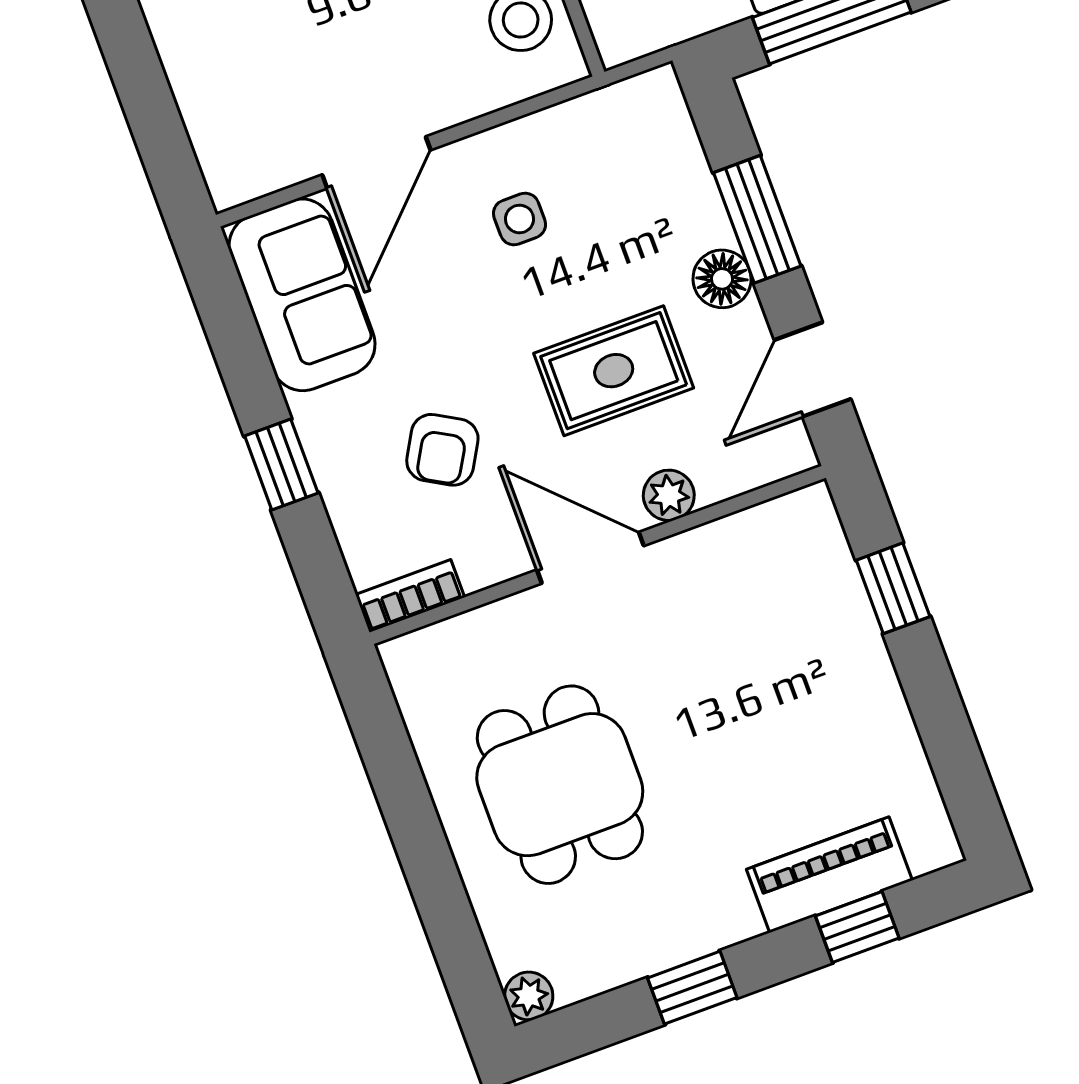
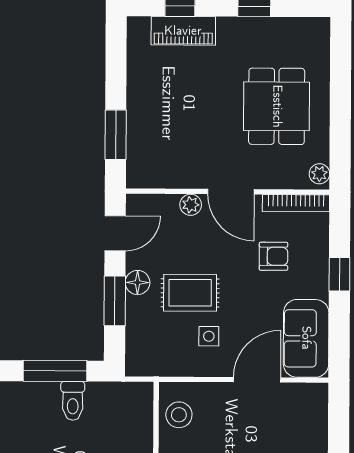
rug: (614, 371) -> (190, 293), moved
armchair: (442, 450) -> (274, 256), turned 60
window: (893, 588) -> (116, 135), width x1.50
bookcase: (410, 596) -> (296, 203), width x1.56
plant: (529, 996) -> (319, 174), moved

